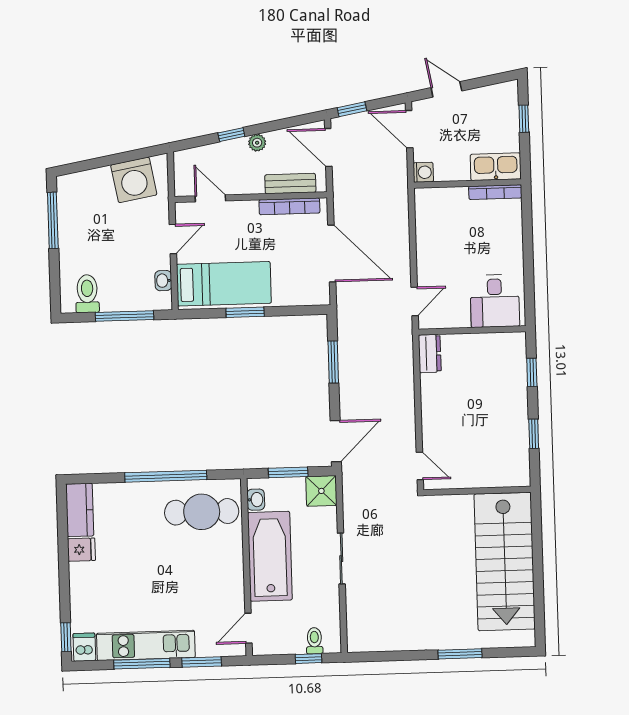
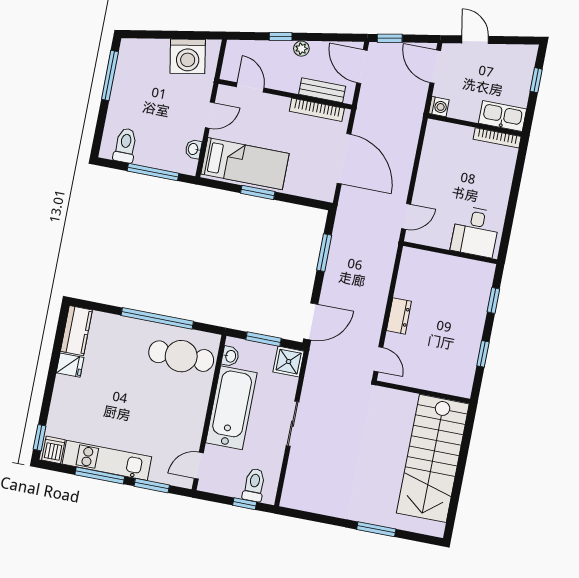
dresser: (430, 354) -> (399, 316), moved
toilet: (314, 641) -> (254, 485), width x1.37, depth x1.39

